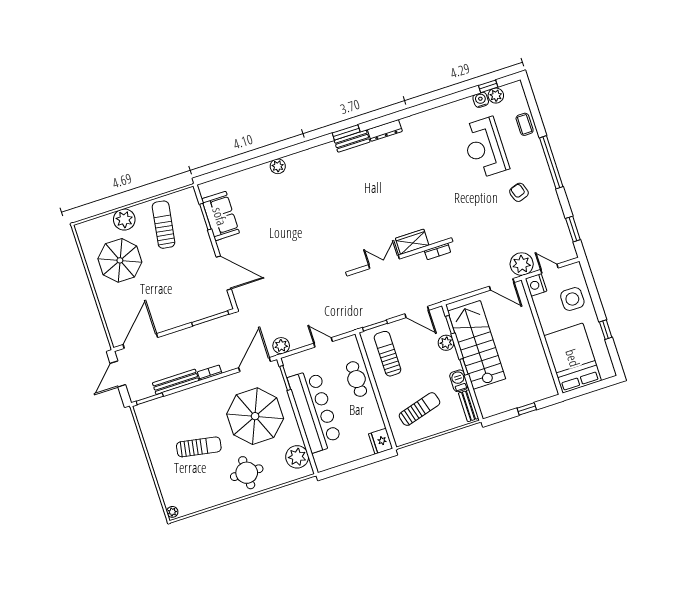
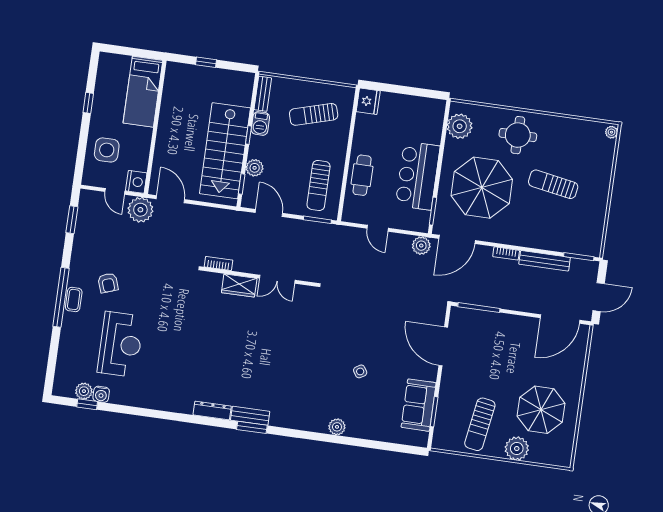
coffee table: (525, 124) -> (74, 299), moved
side table: (281, 220) -> (360, 371), added
bed: (573, 358) -> (143, 92), width x0.67
bar counter: (315, 411) -> (418, 176), width x0.73

